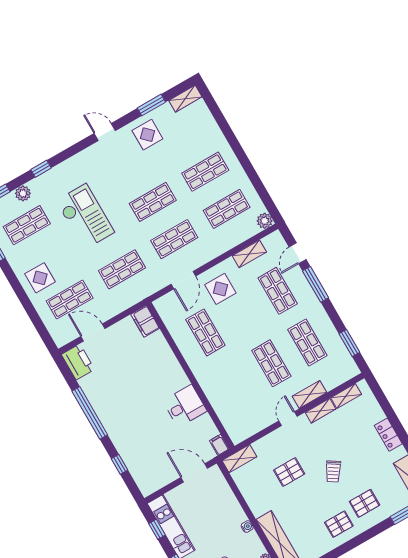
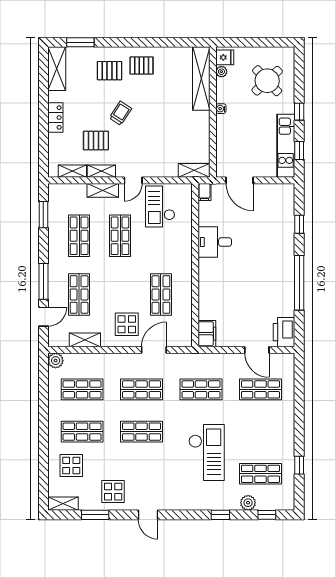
checkout: (85, 217) -> (207, 452), turned 180
display table: (40, 278) -> (71, 466), moved
checkout: (251, 410) -> (160, 206), added
pallet: (289, 472) -> (96, 141), moved

